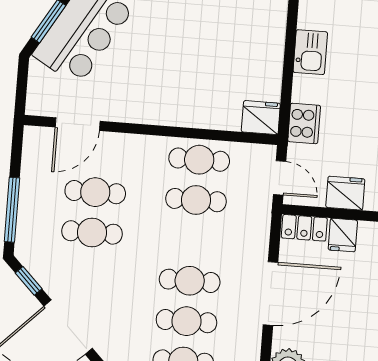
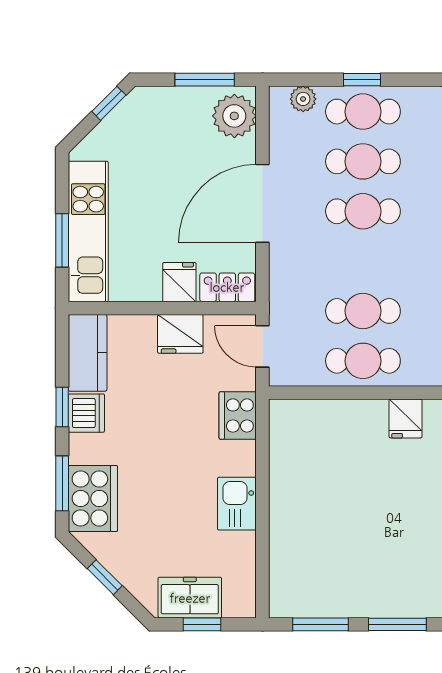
fridge: (261, 118) -> (406, 419), moved, width x0.72

